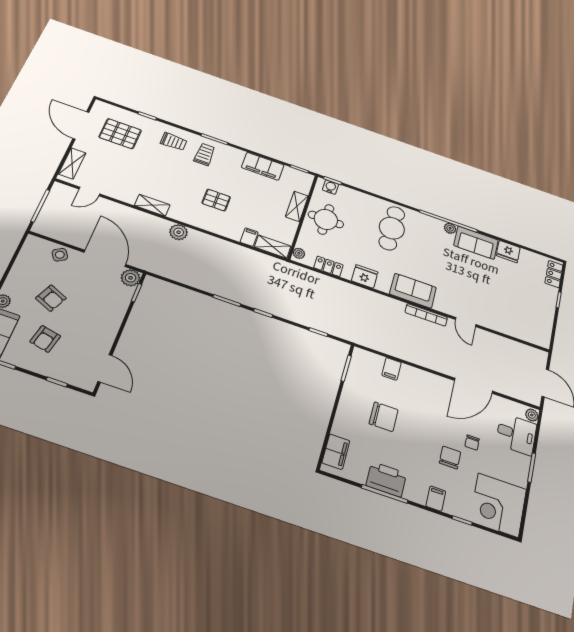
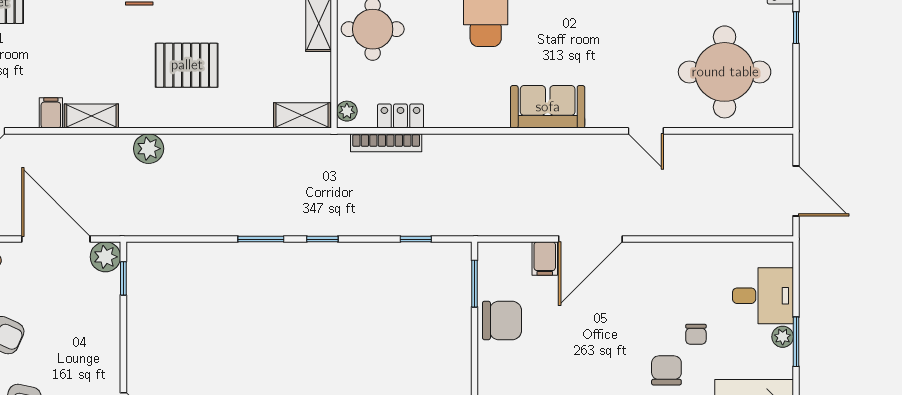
pallet: (216, 200) -> (187, 65), width x1.50, depth x1.42
filing cabinet: (249, 237) -> (51, 113), moved
fridge: (365, 276) -> (463, 111), removed
round table: (516, 308) -> (725, 72), added
bookcase: (426, 315) -> (386, 143), moved
door: (473, 386) -> (590, 239), moved
plant: (532, 415) -> (783, 337), moved
chair: (384, 417) -> (502, 320), moved

